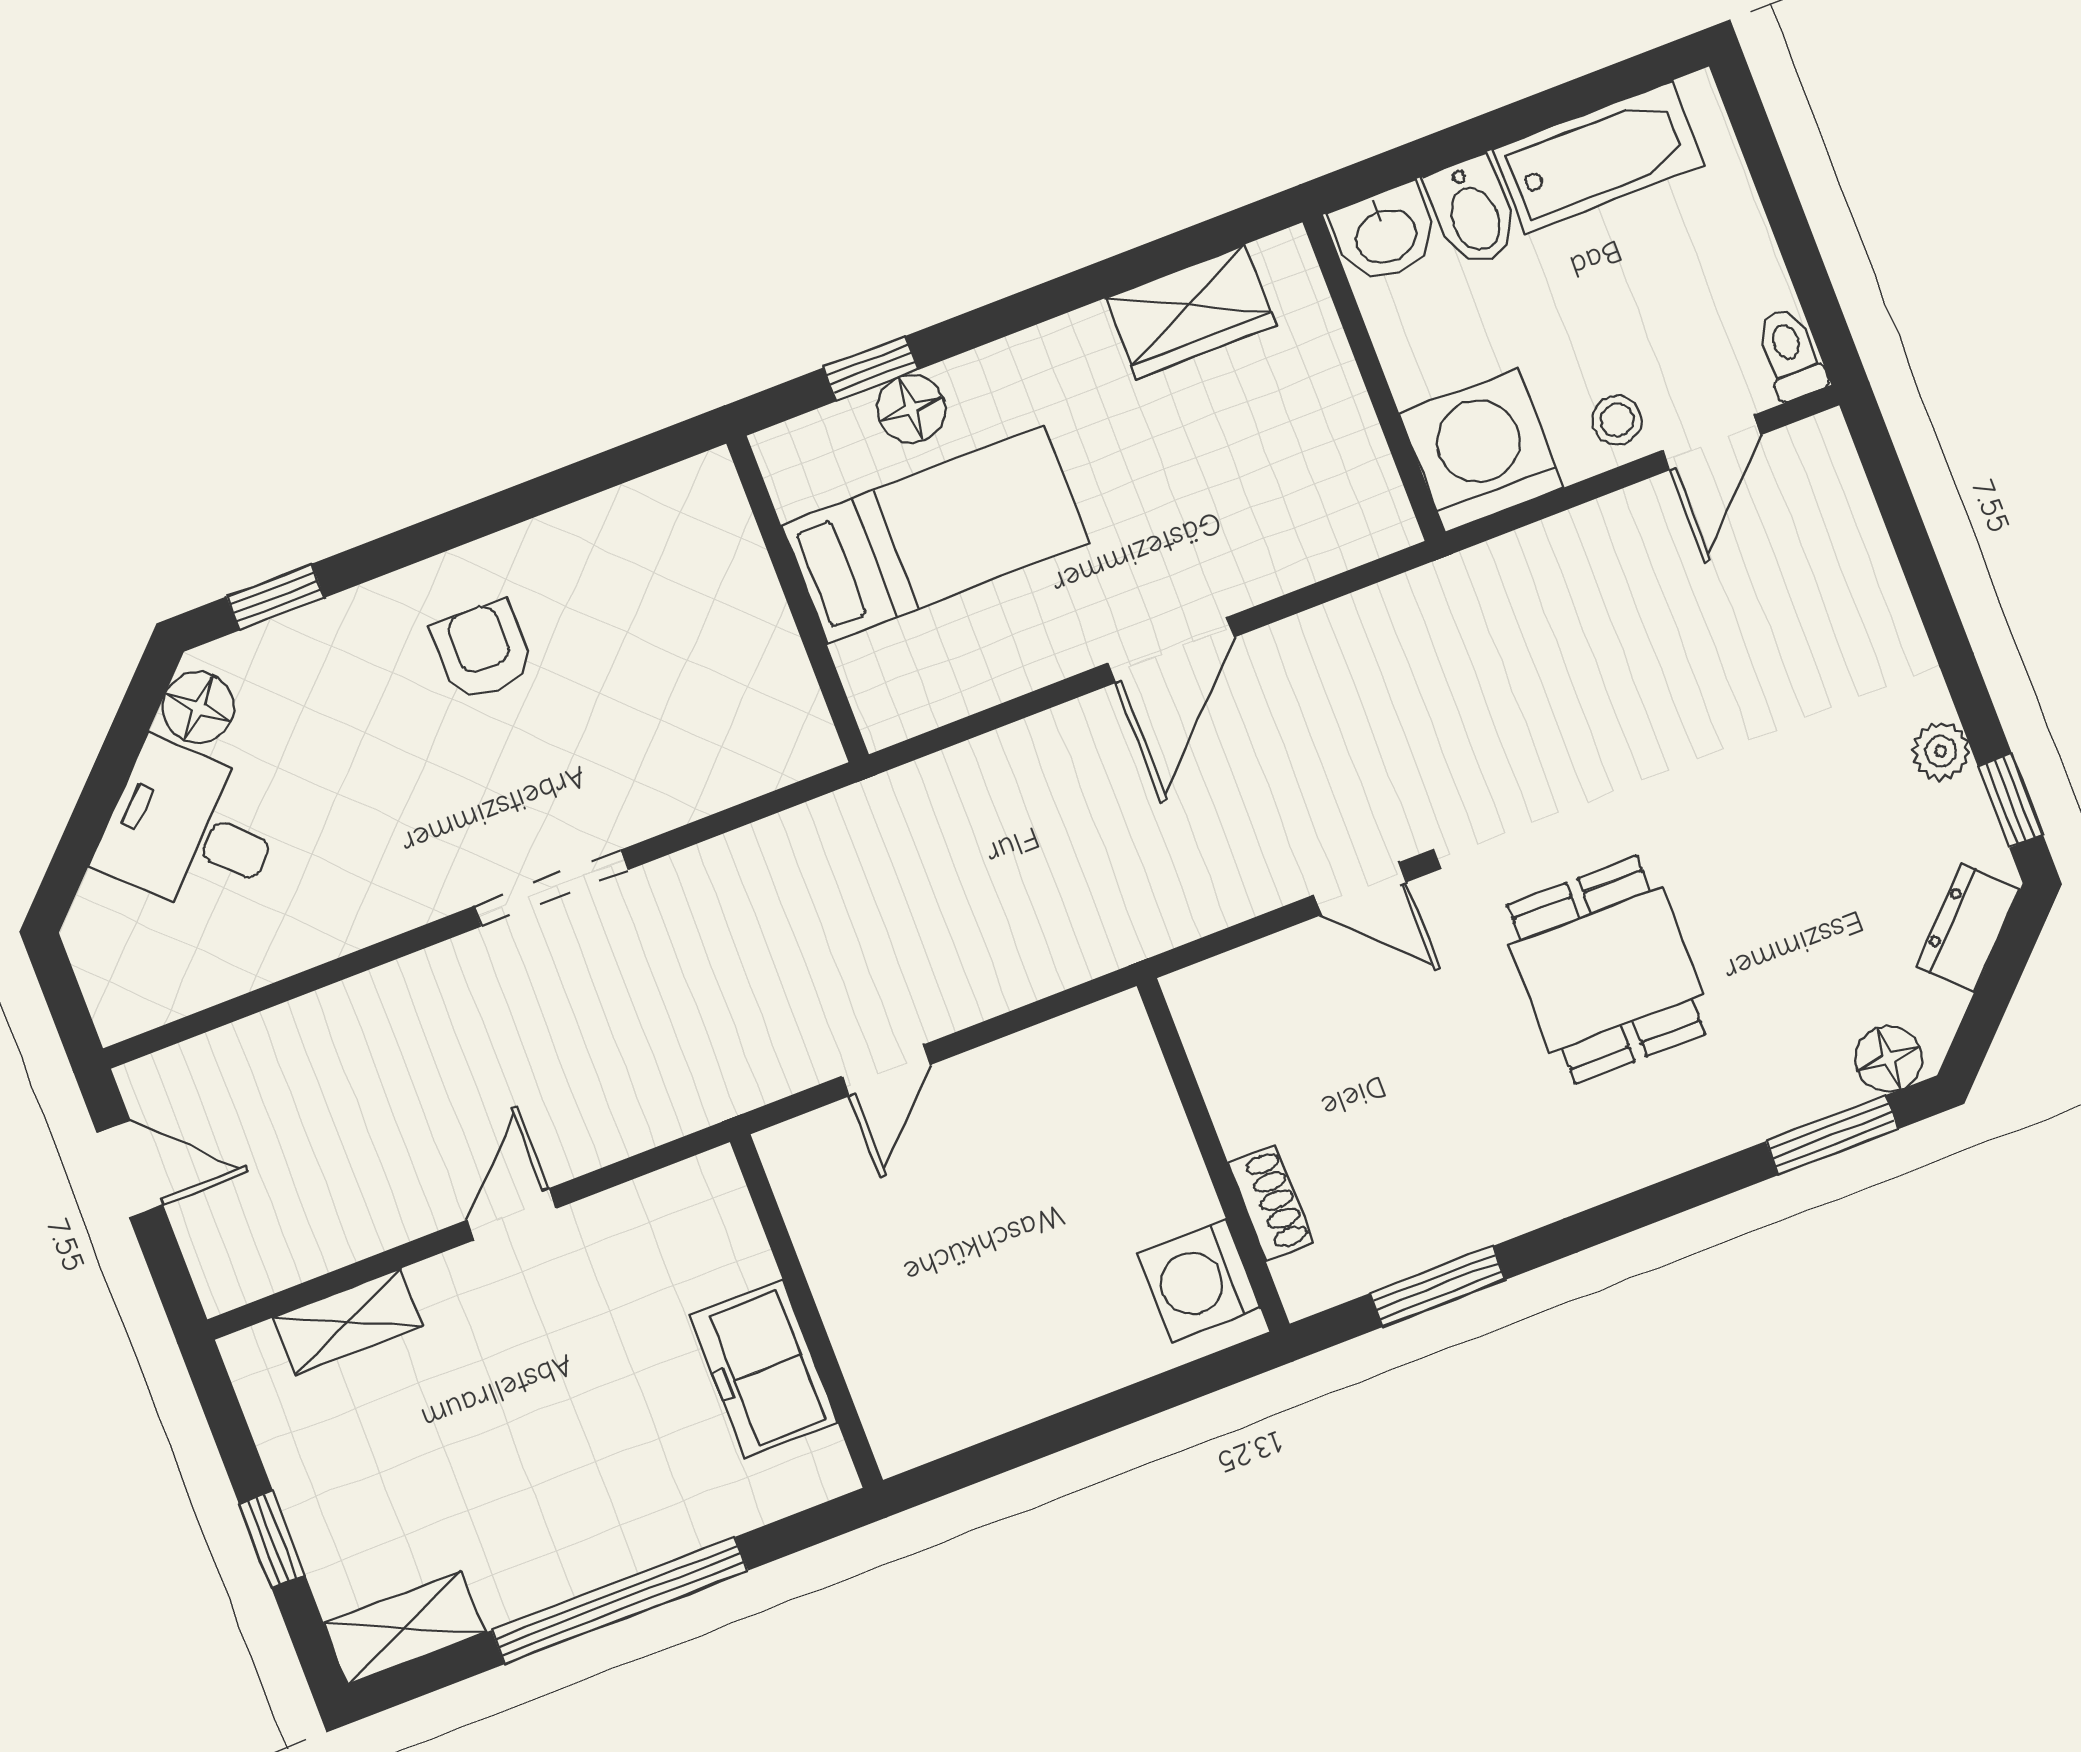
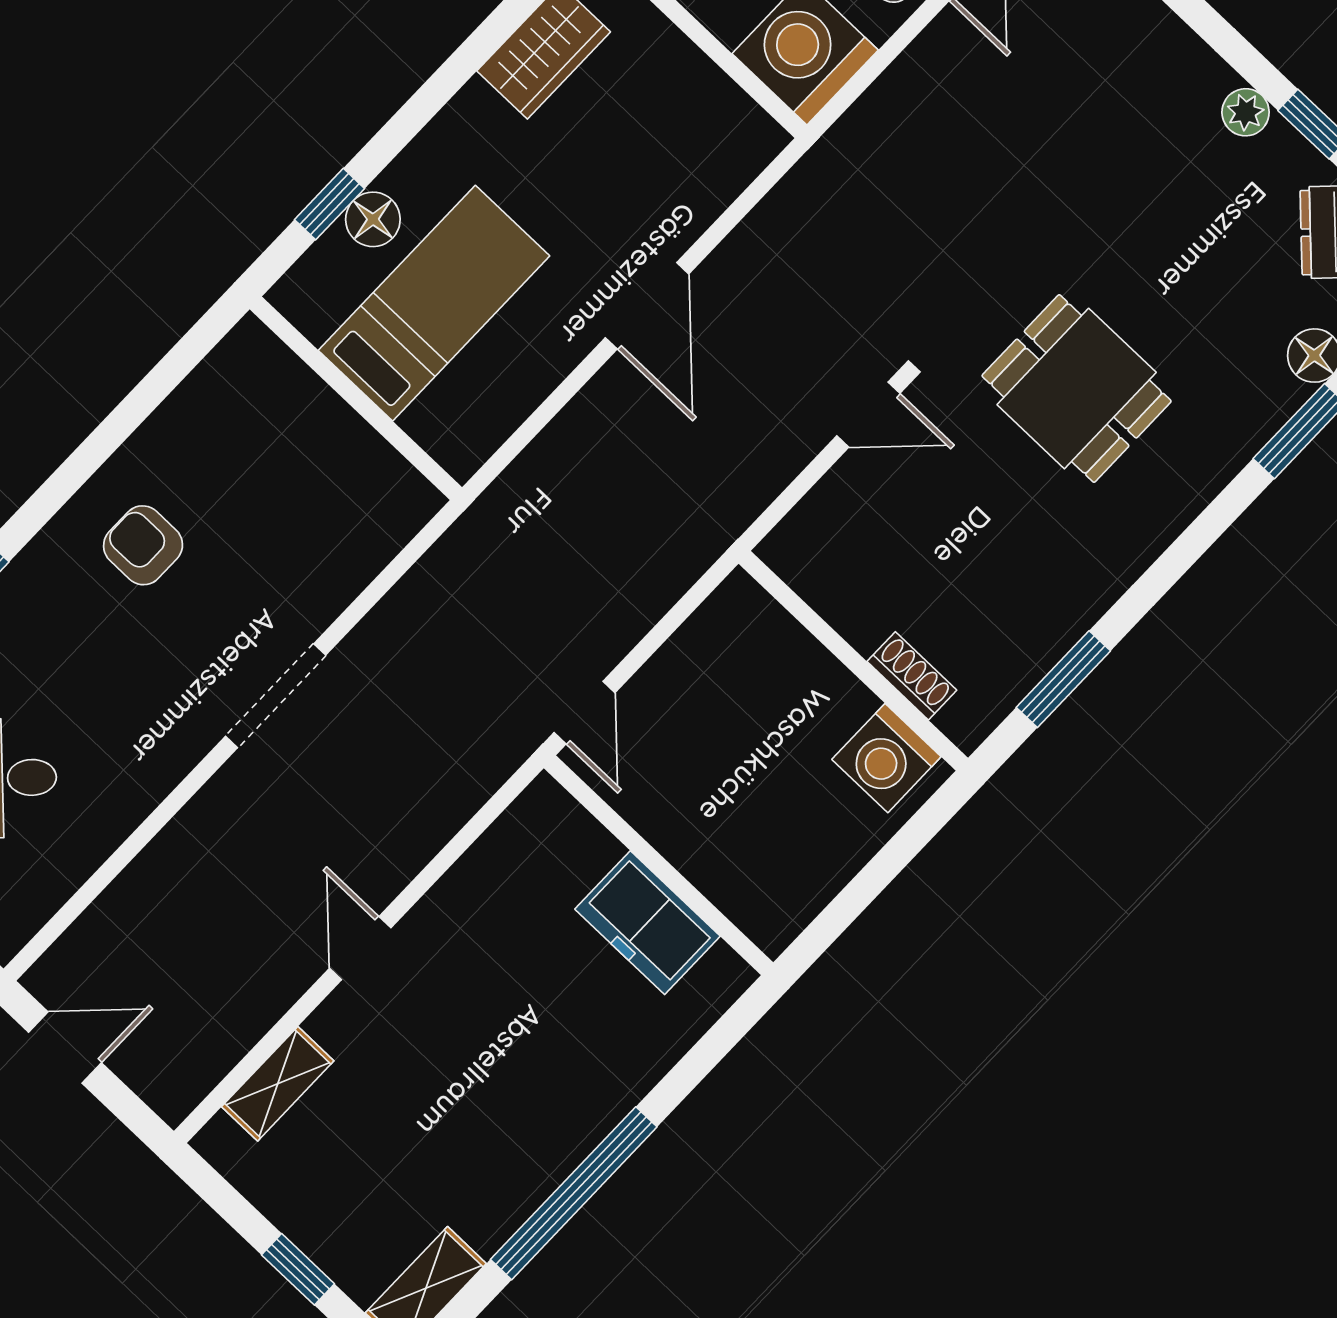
wall: (807, 1311) -> (659, 865), moved
freezer: (764, 1369) -> (647, 923), moved

